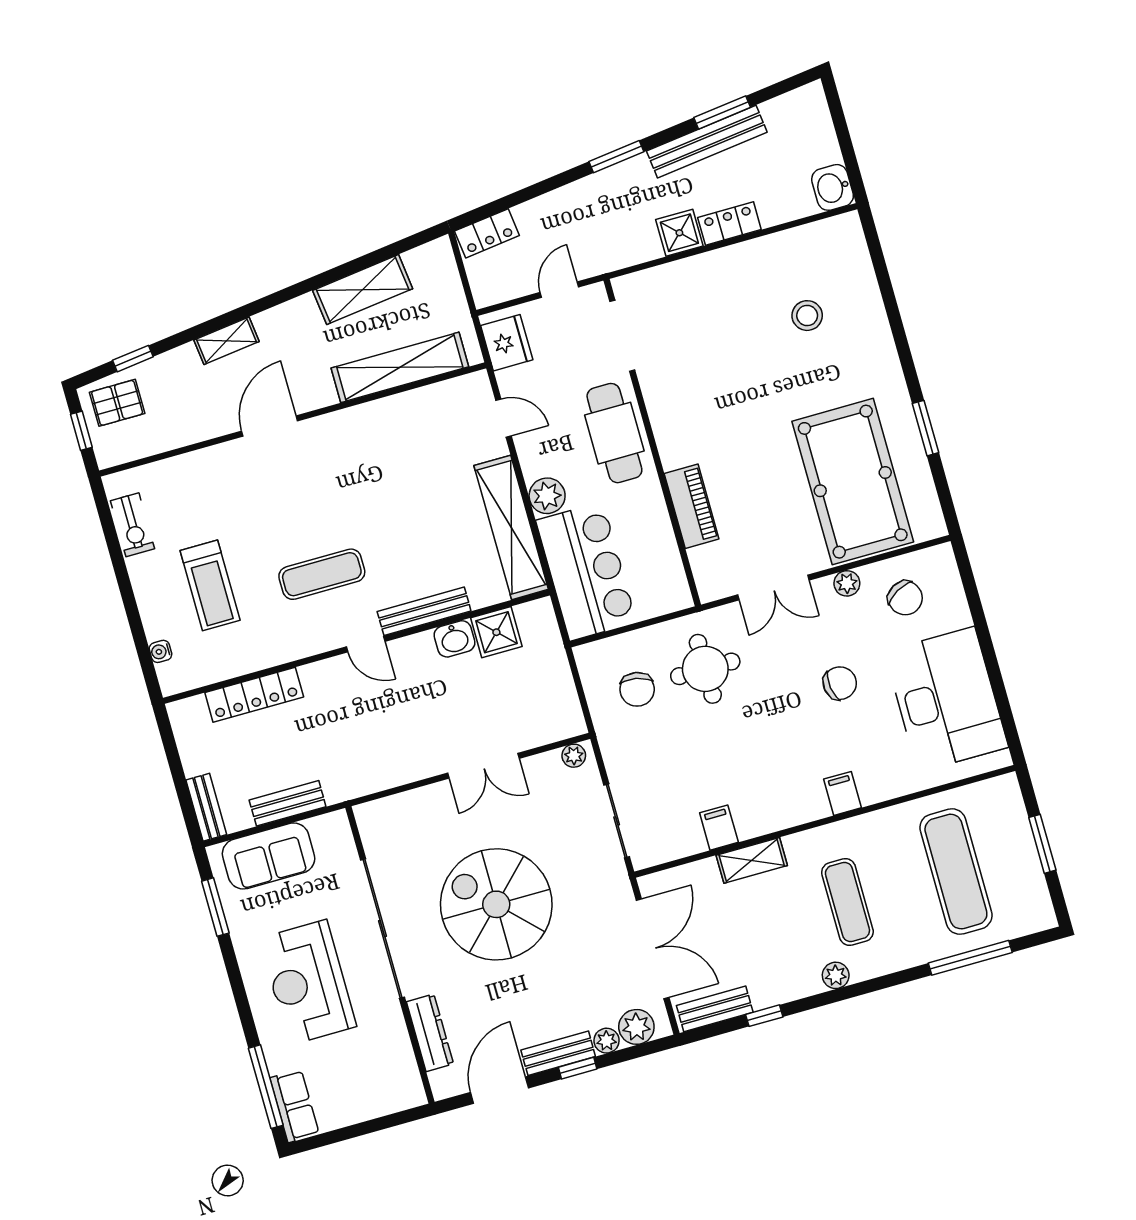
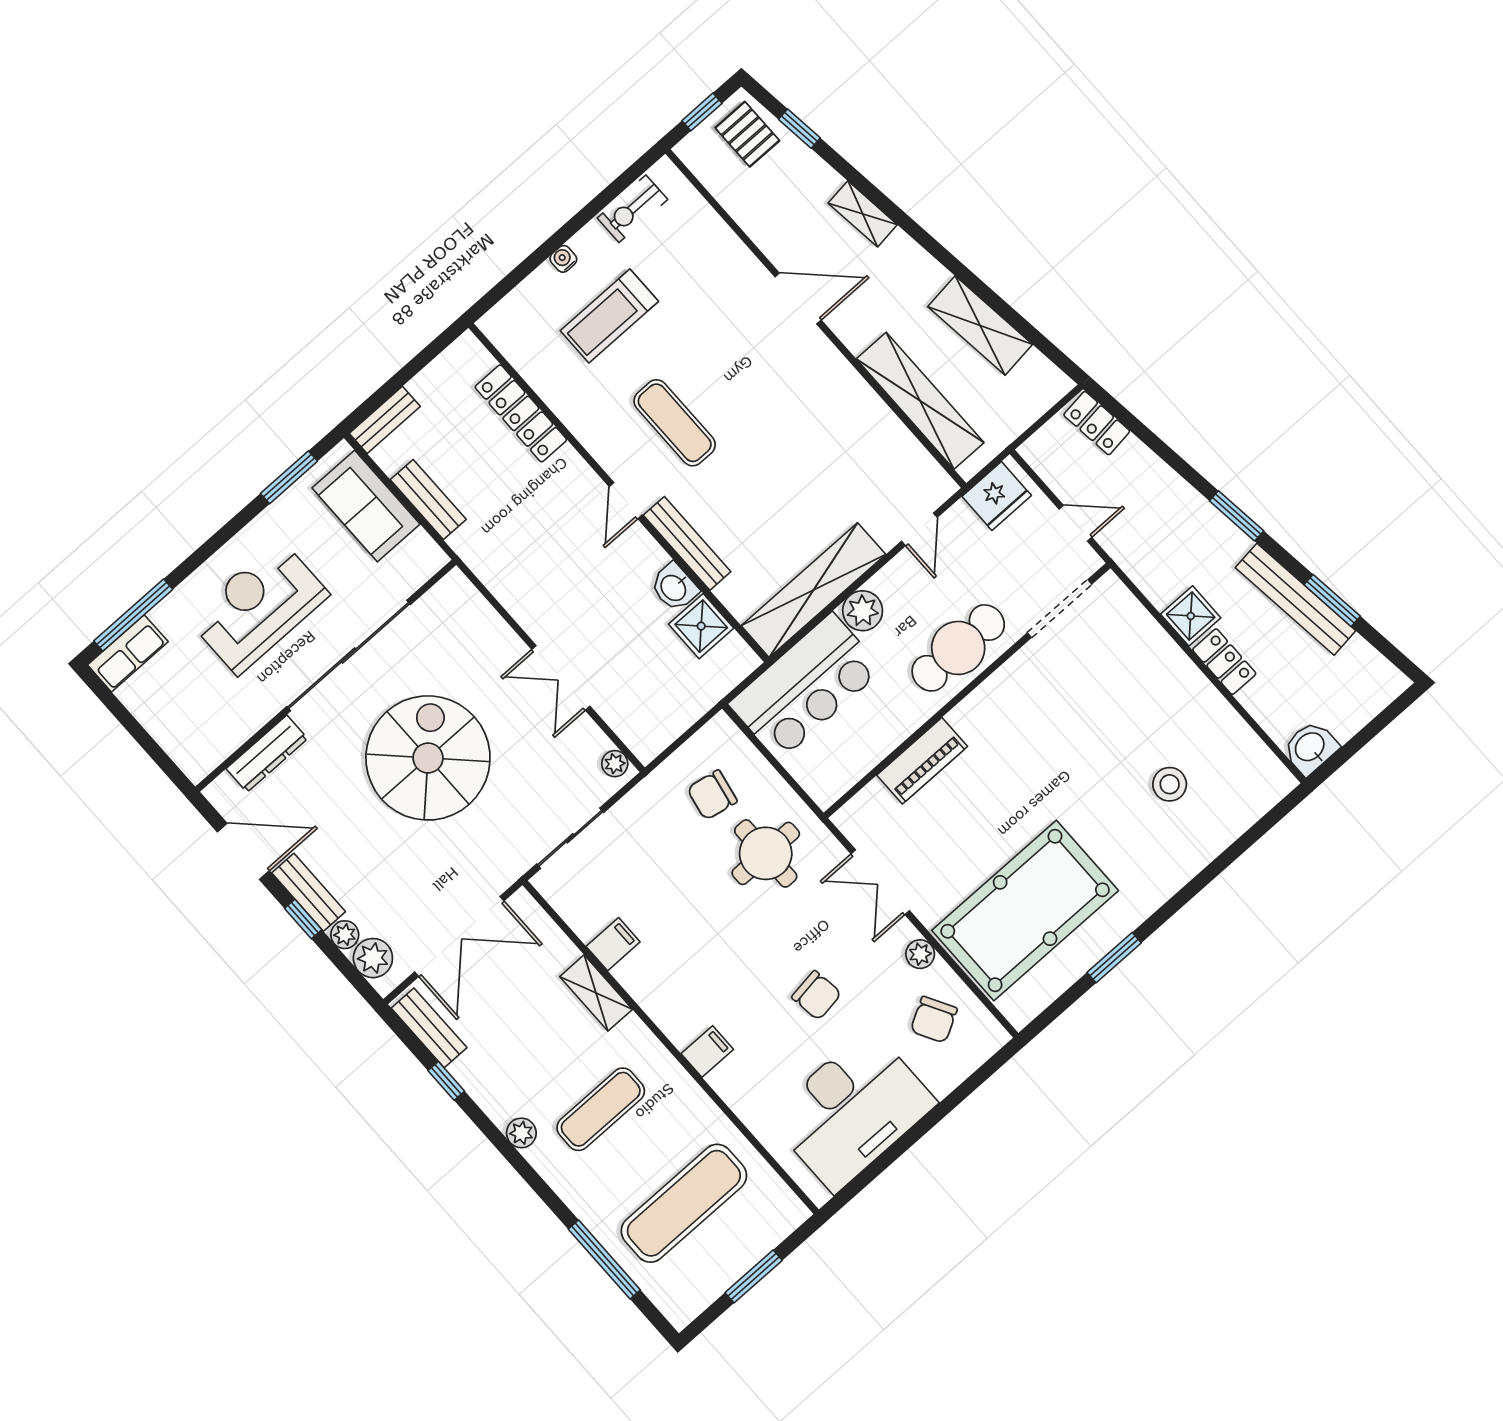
water cooler: (160, 651) -> (563, 259), moved

